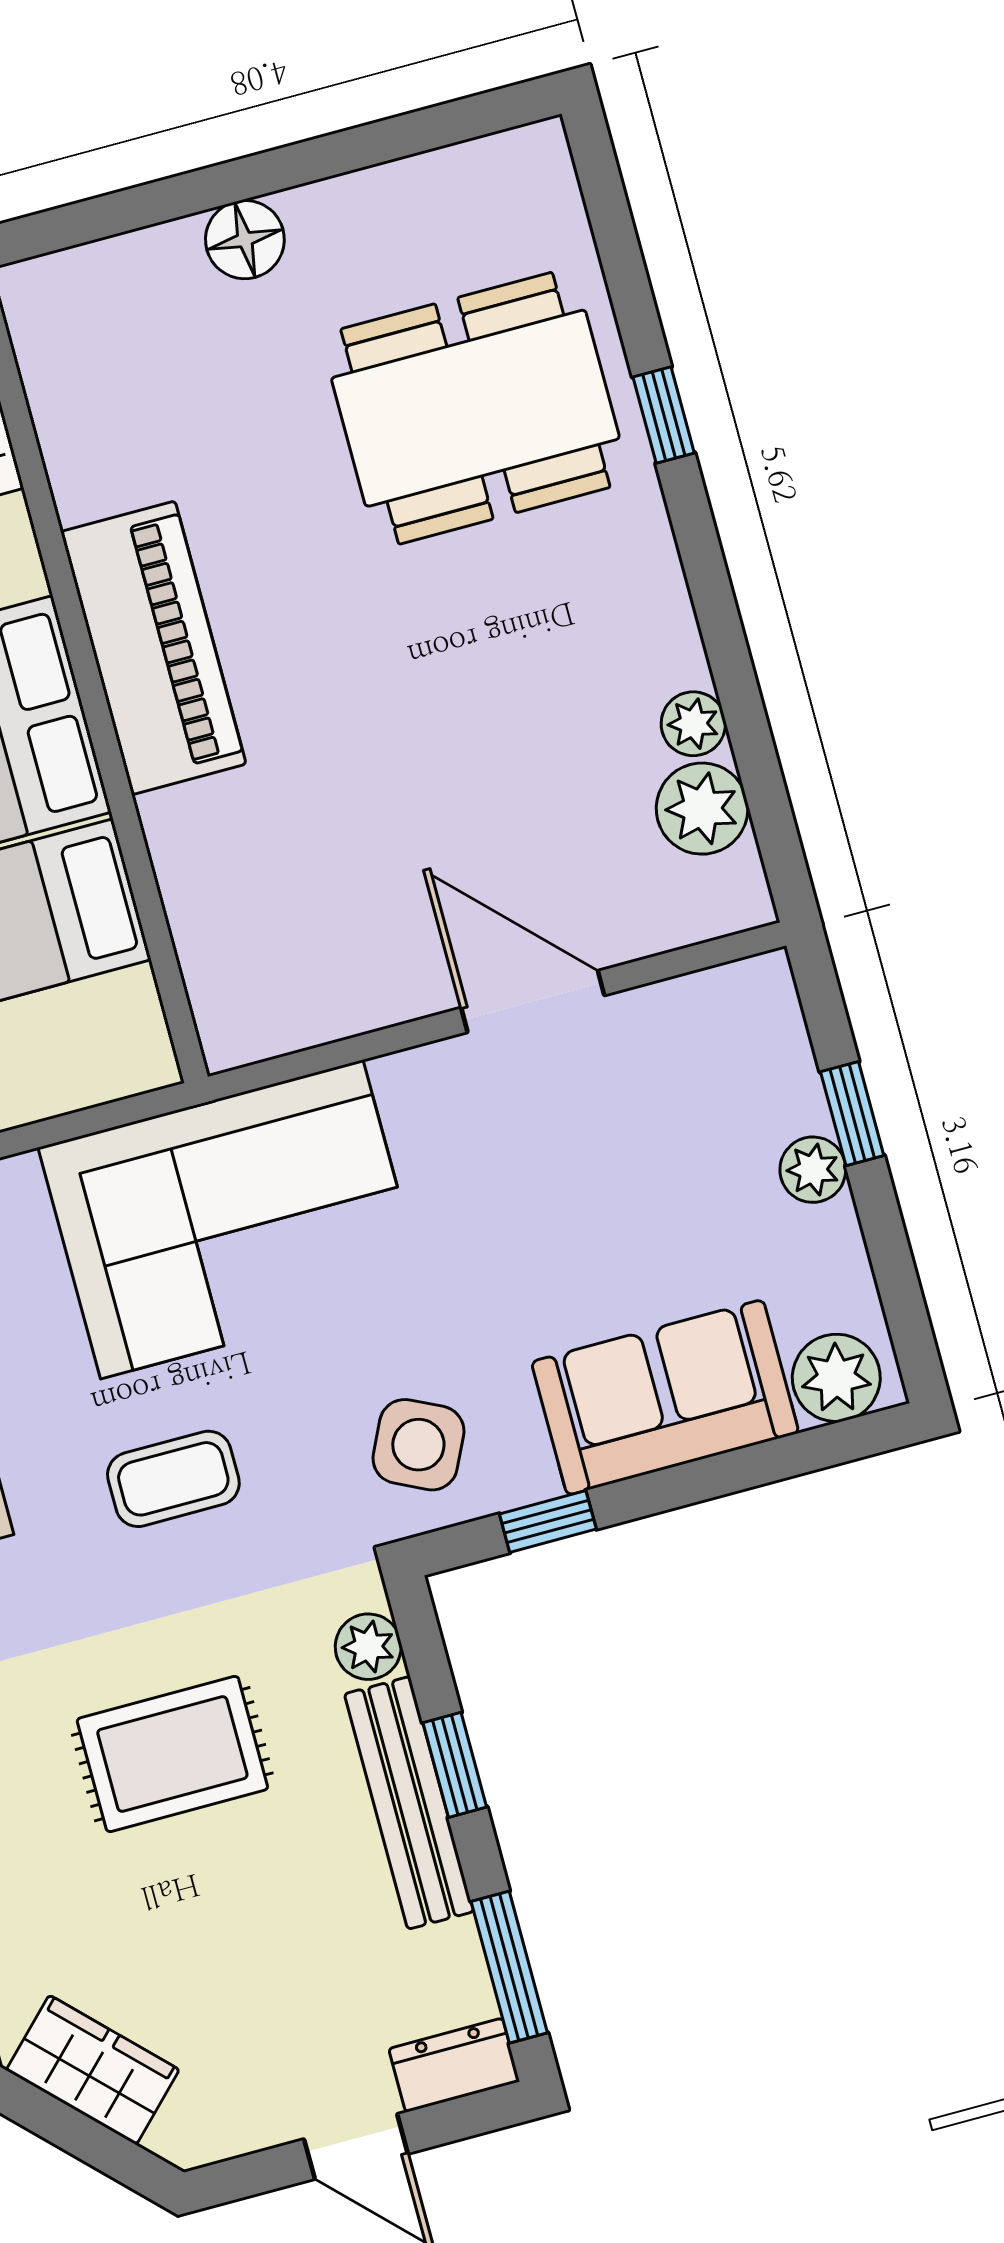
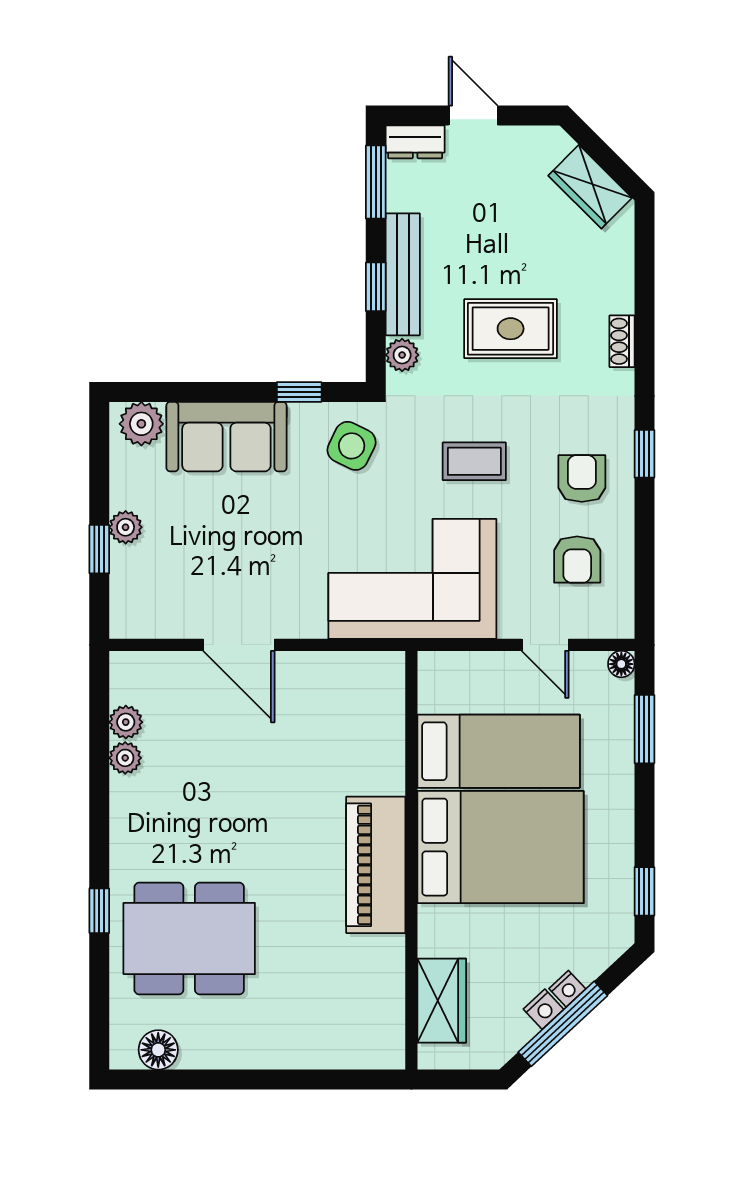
floor lamp: (245, 240) -> (158, 1050), moved
plant: (702, 809) -> (126, 722), width x0.73, depth x0.73

